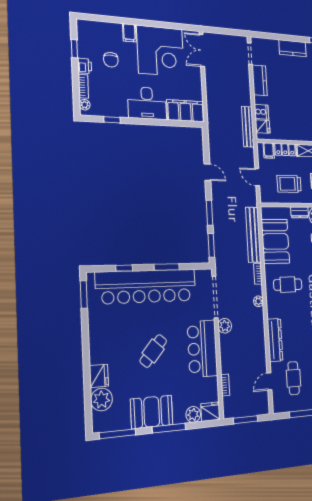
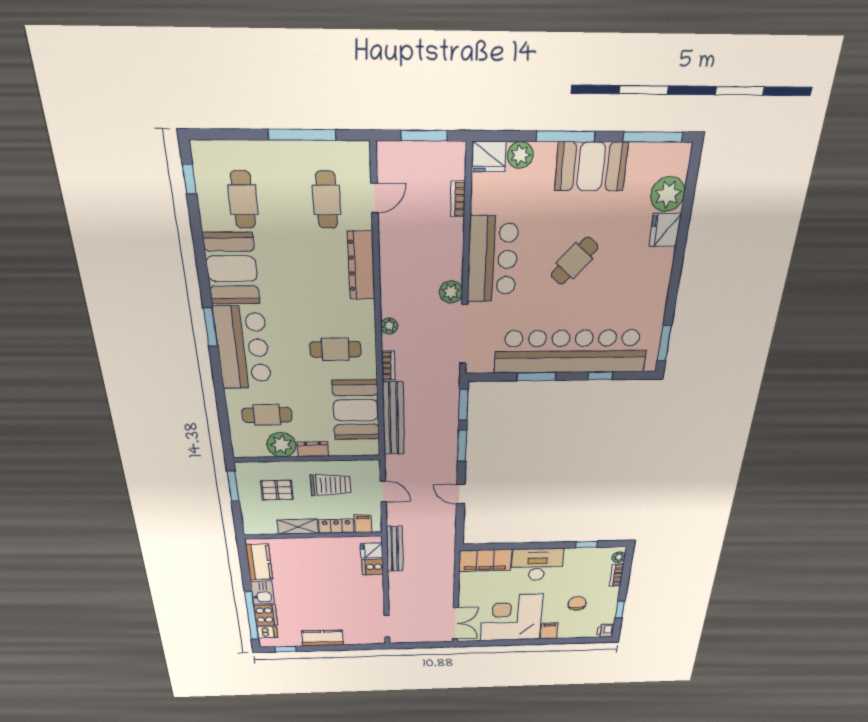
printer: (85, 66) -> (605, 631), moved
kitchen counter: (260, 80) -> (374, 600), removed

